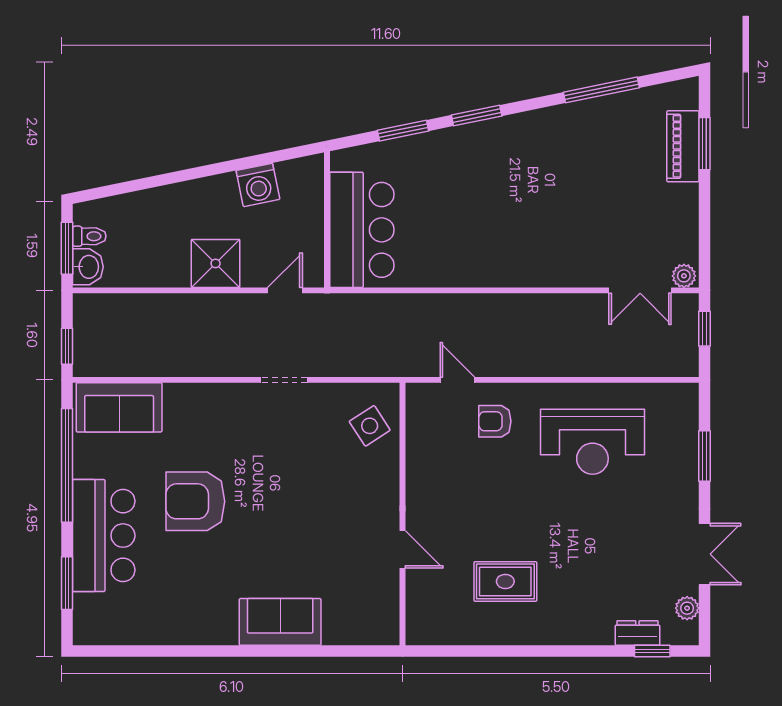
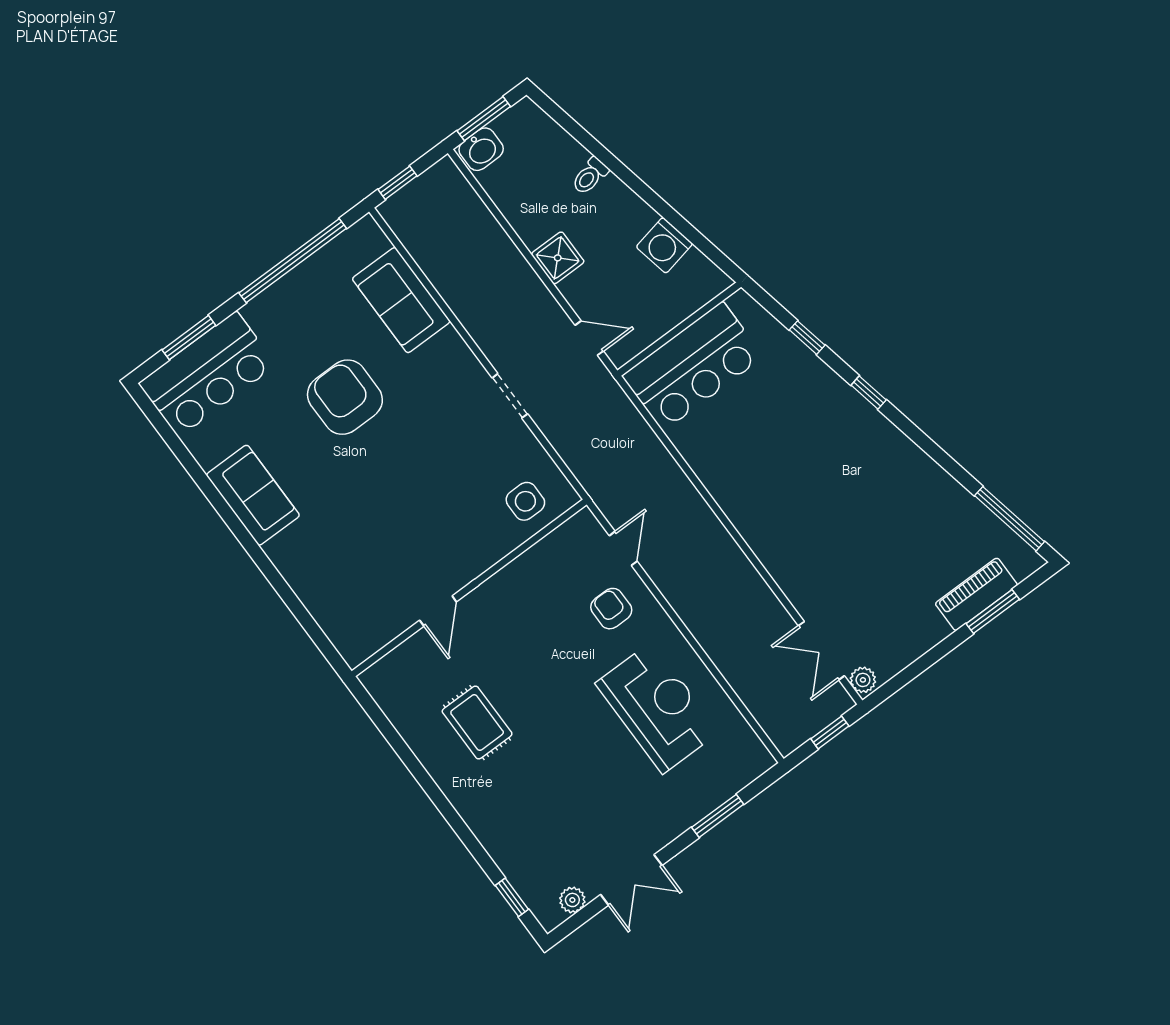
window: (601, 90) -> (1010, 519), moved
window: (477, 116) -> (869, 392), width x0.67
window: (403, 131) -> (807, 338), width x0.67
toilet: (89, 236) -> (590, 176), moved, turned 78
shower: (216, 263) -> (558, 258), width x0.73, depth x0.73
sofa: (119, 407) -> (401, 300), moved
side table: (370, 426) -> (525, 501), turned 33
reception desk: (592, 442) -> (657, 708), turned 180
bar counter: (104, 536) -> (207, 374), moved
sofa: (280, 622) -> (253, 495), moved
dresser: (637, 633) -> (518, 873), removed

